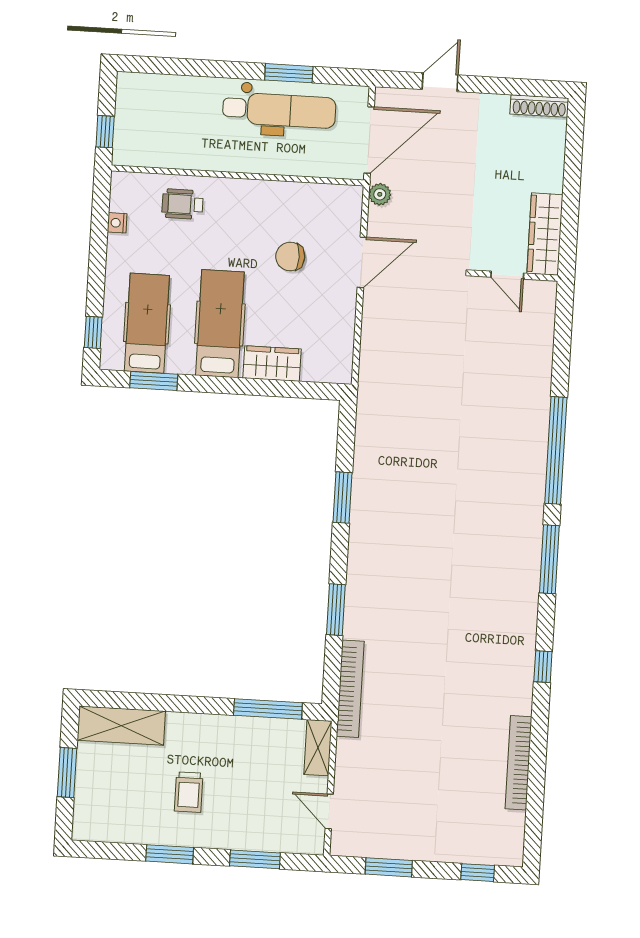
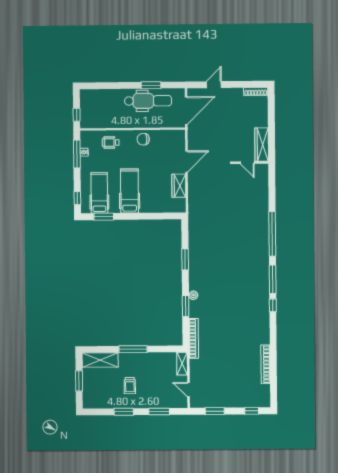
plant: (380, 194) -> (193, 295), moved
window: (99, 226) -> (77, 154), added
chair: (290, 257) -> (143, 139), moved
wardrobe: (272, 364) -> (179, 186), moved, turned -90
window: (543, 667) -> (273, 305), moved
window: (268, 709) -> (133, 349), moved

